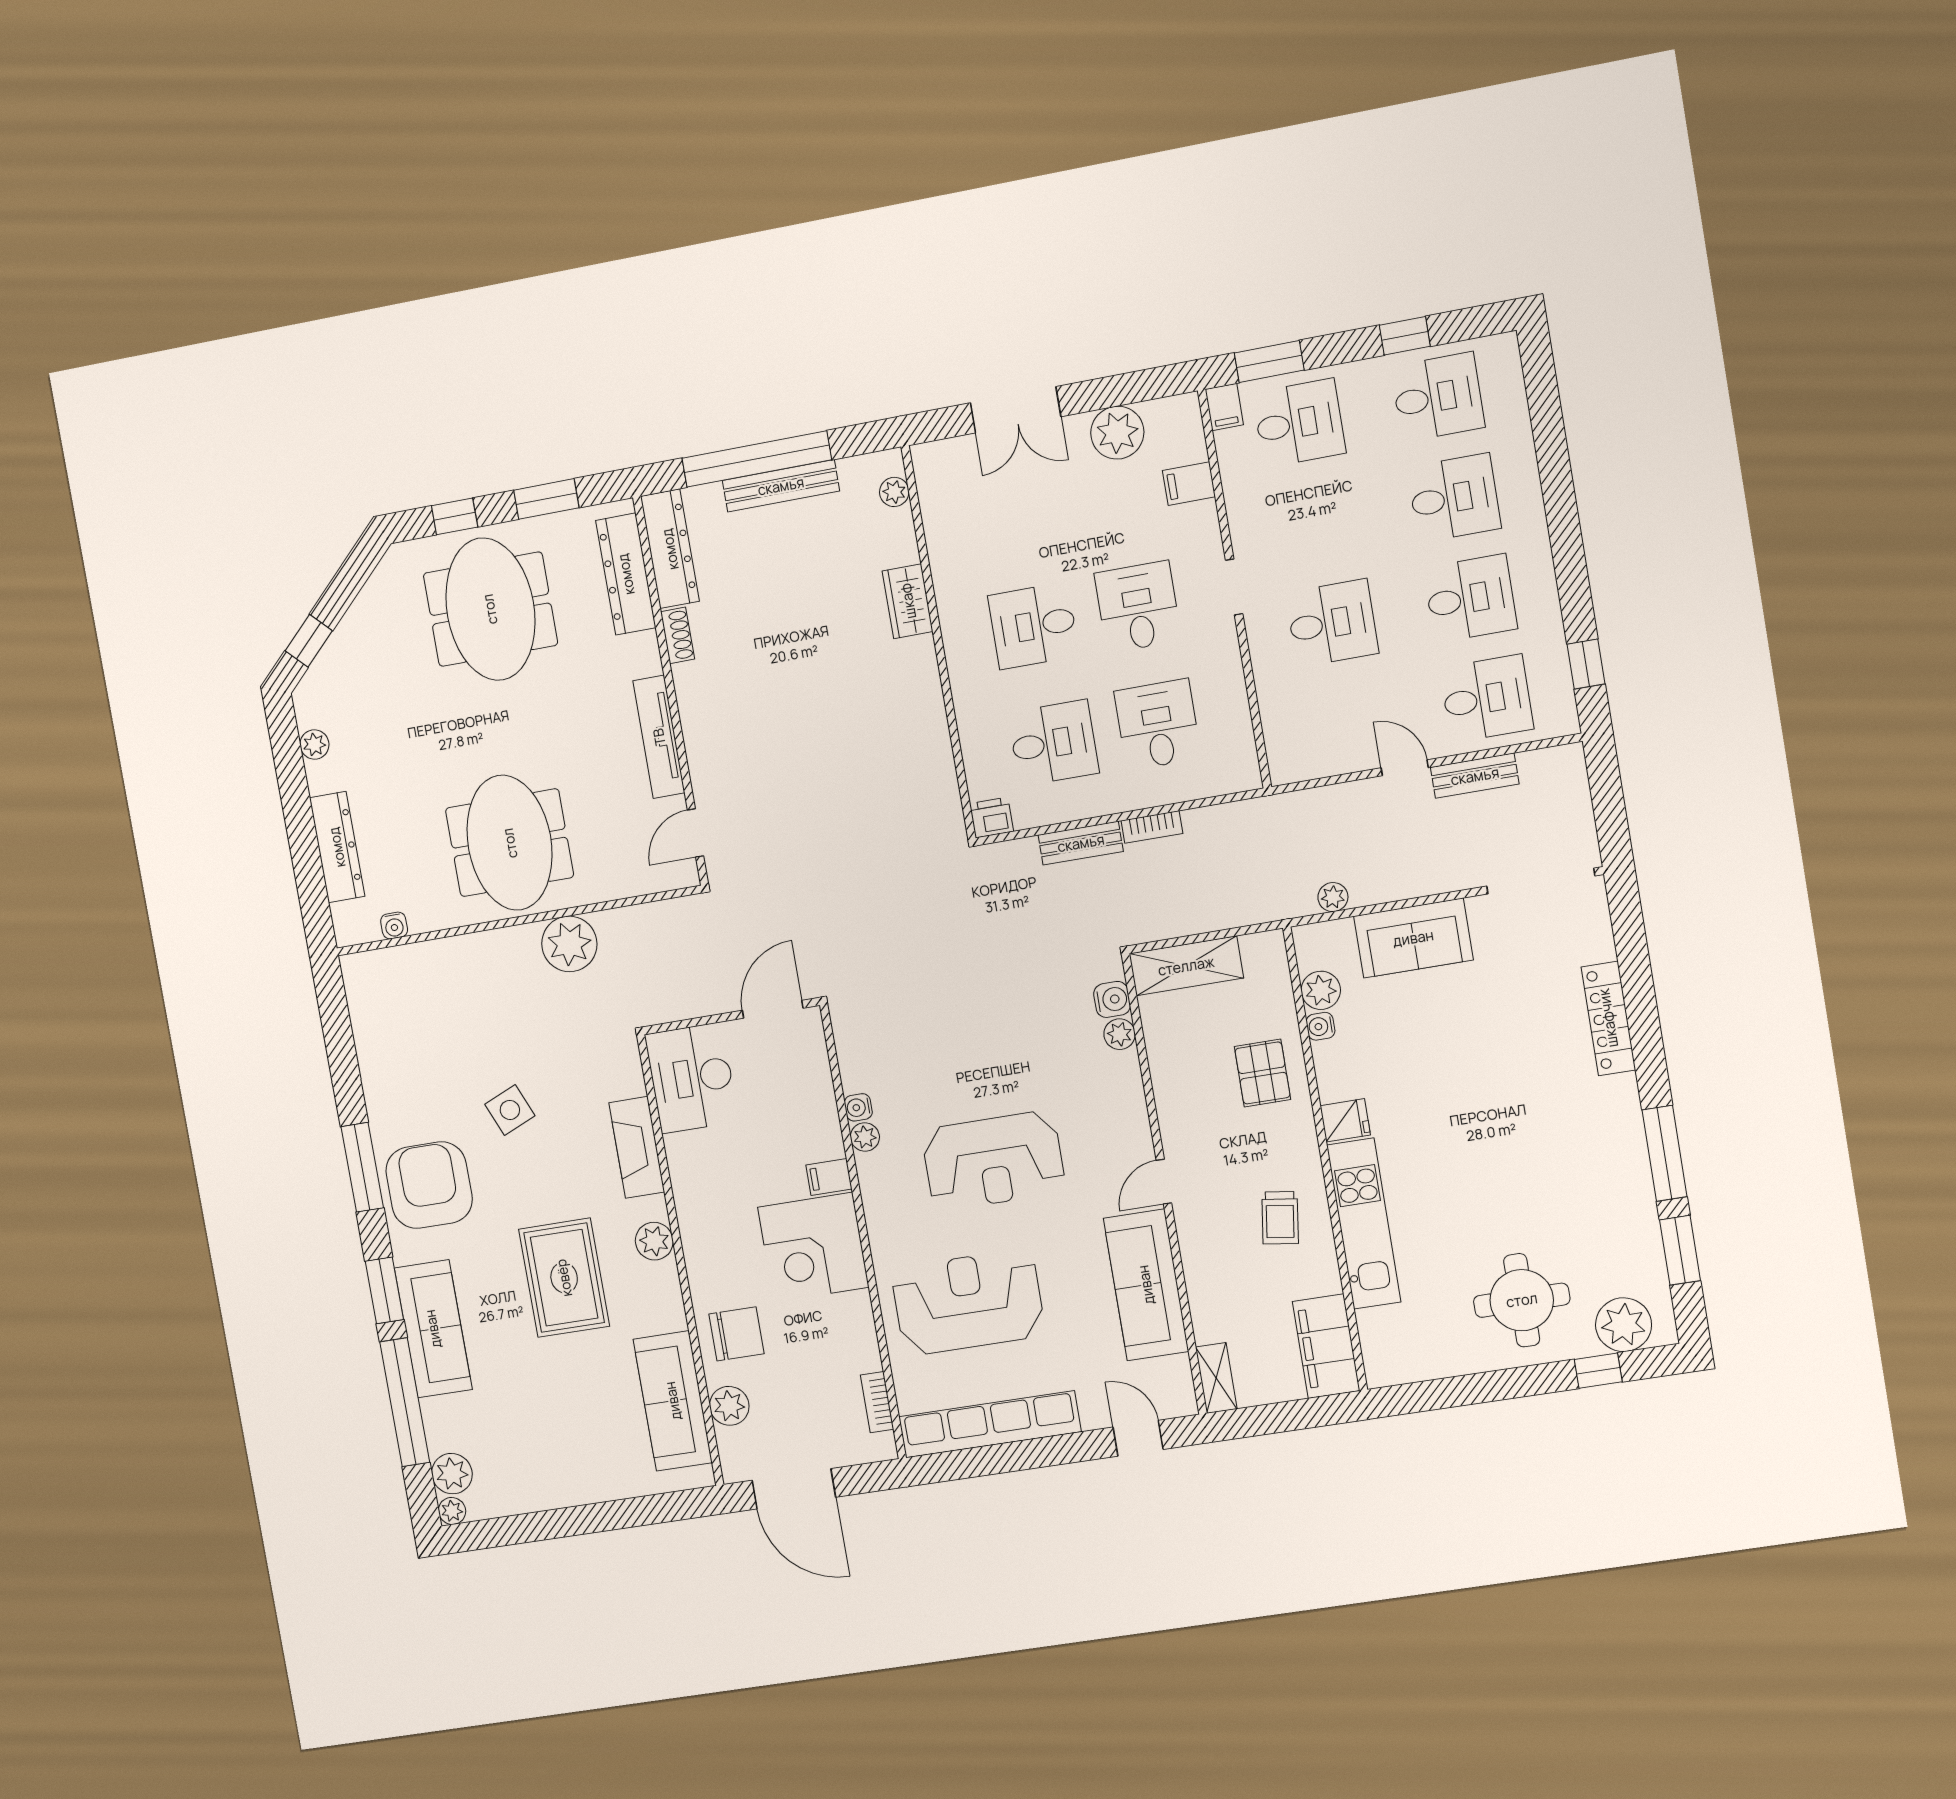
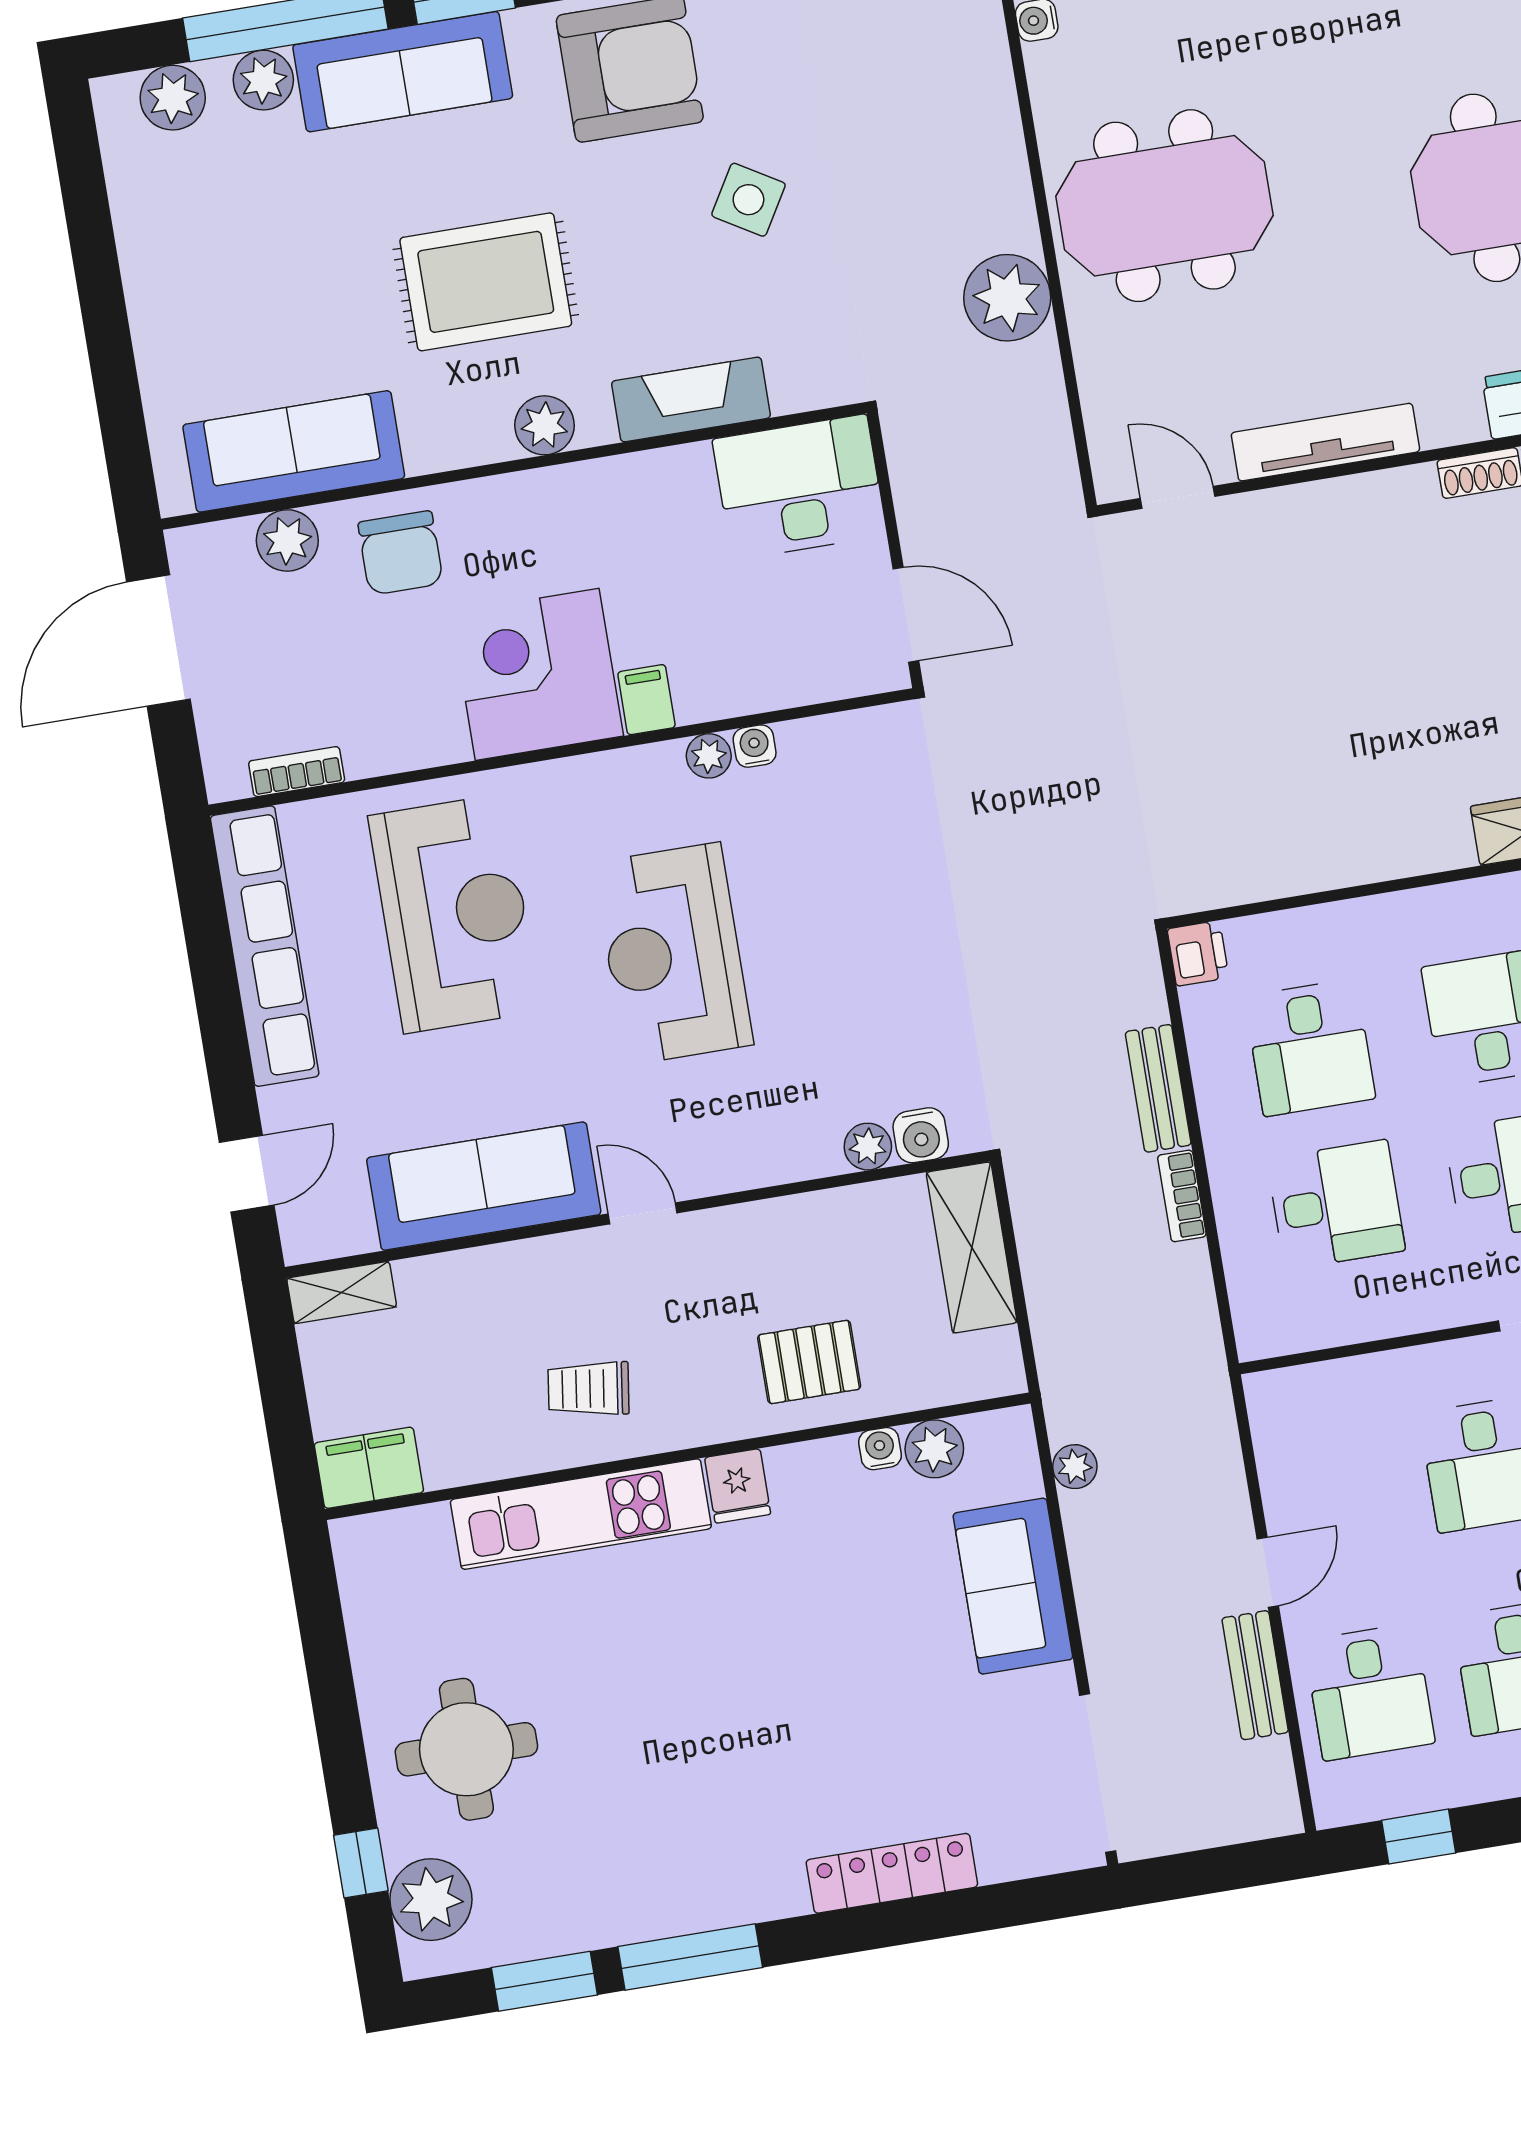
side table: (510, 1110) -> (748, 200), turned -36
filing cabinet: (1326, 1346) -> (369, 1468), width x0.67, depth x0.86
plant: (452, 1511) -> (263, 80), moved, width x1.38, depth x1.38

